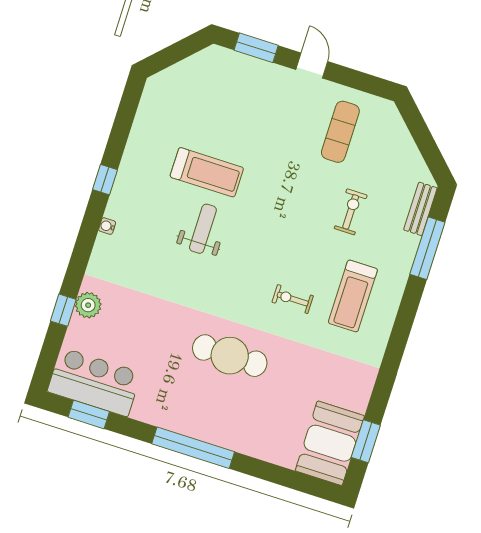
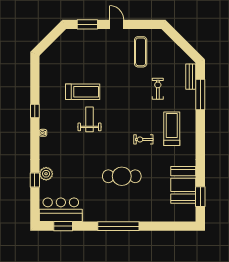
treadmill: (353, 296) -> (172, 129), turned 180
booth: (330, 443) -> (183, 185), moved

